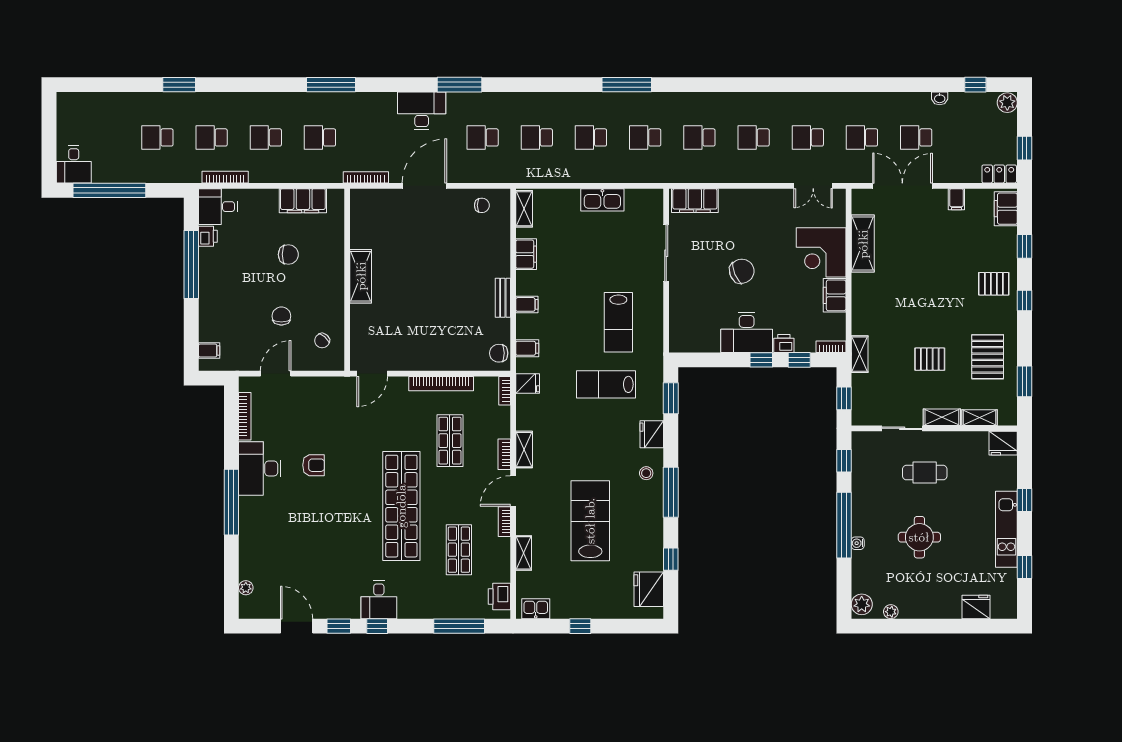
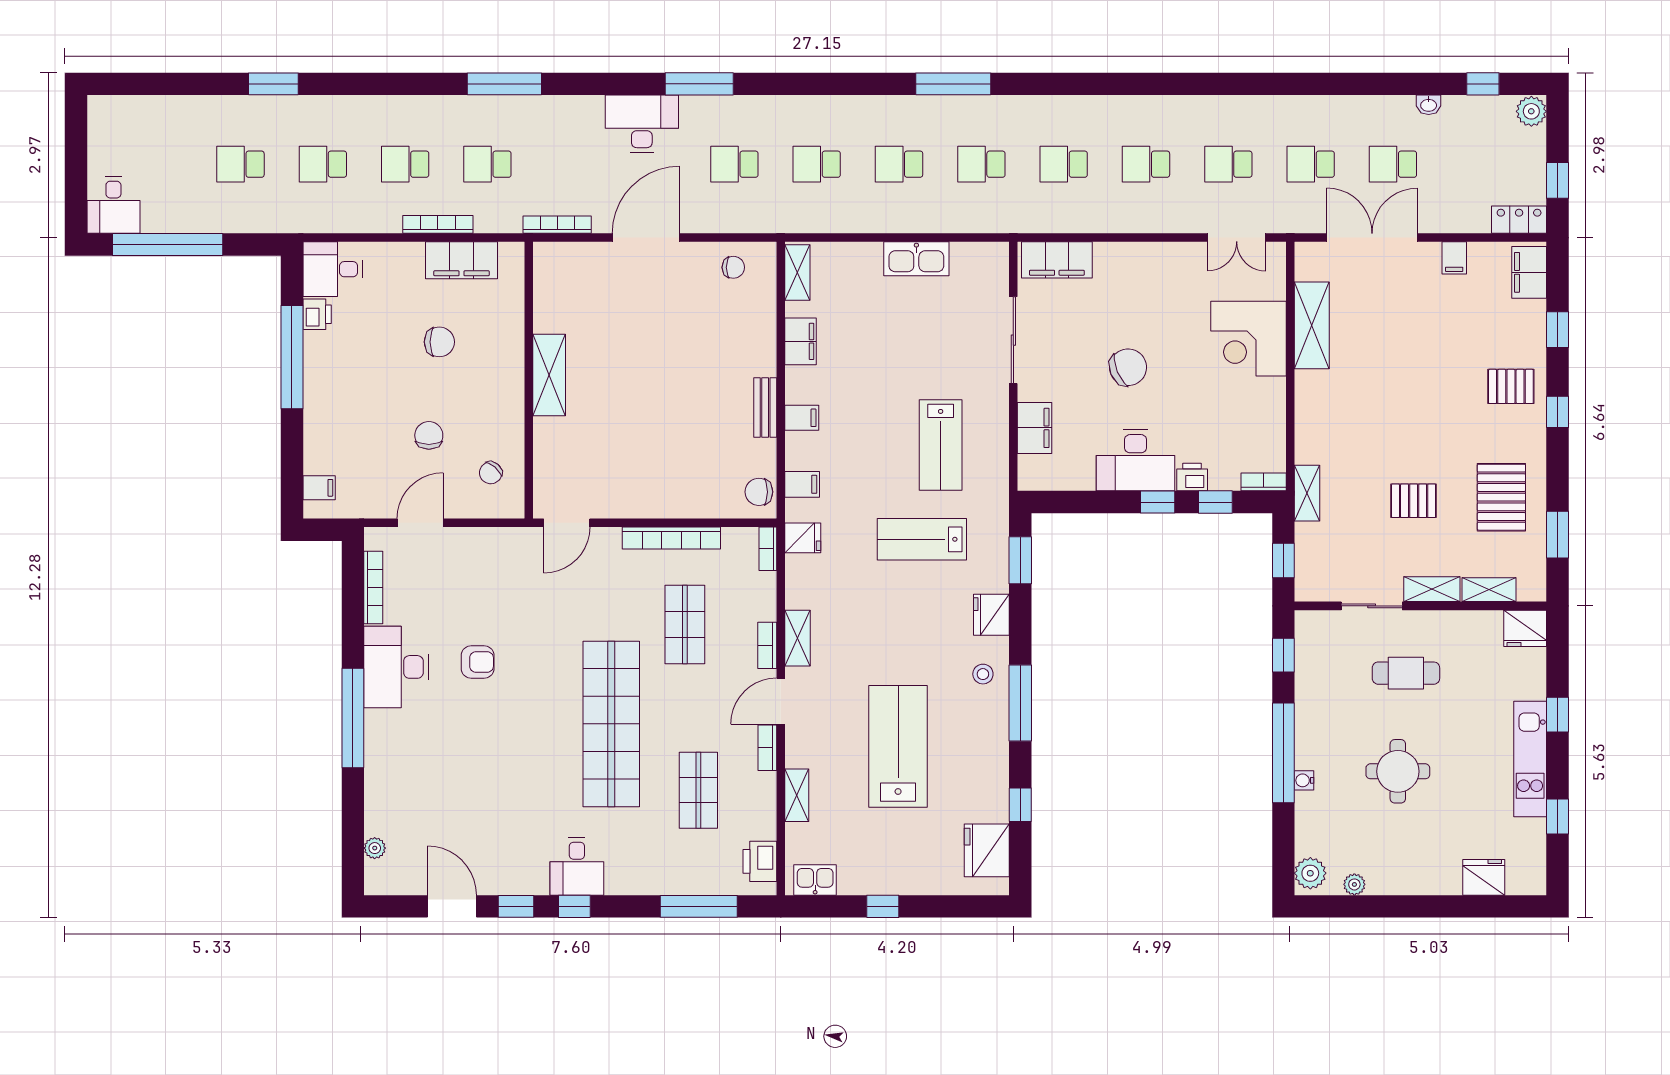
bookcase: (225, 177) -> (438, 224), moved
filing cabinet: (835, 295) -> (1035, 428), moved, turned 180

